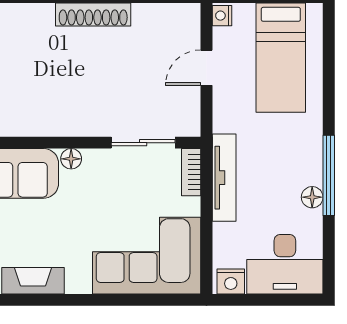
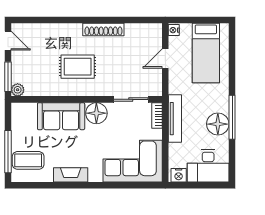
rug: (46, 82) -> (78, 67), added
floor lamp: (71, 159) -> (96, 113), width x1.89, depth x1.89
floor lamp: (312, 197) -> (218, 124), width x1.89, depth x1.89

